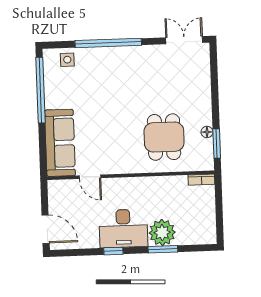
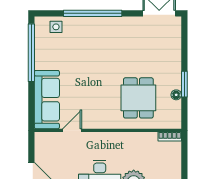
window: (217, 143) -> (184, 84), moved
door: (90, 177) -> (72, 130), swing flipped

